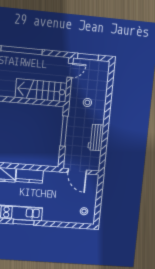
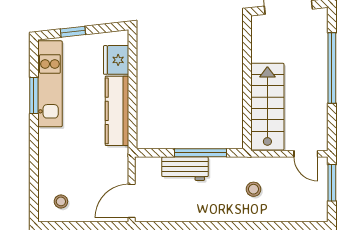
workbench: (96, 137) -> (185, 169), moved, turned 180
door: (77, 171) -> (132, 201), moved
kitchen counter: (30, 176) -> (117, 111), width x1.50

